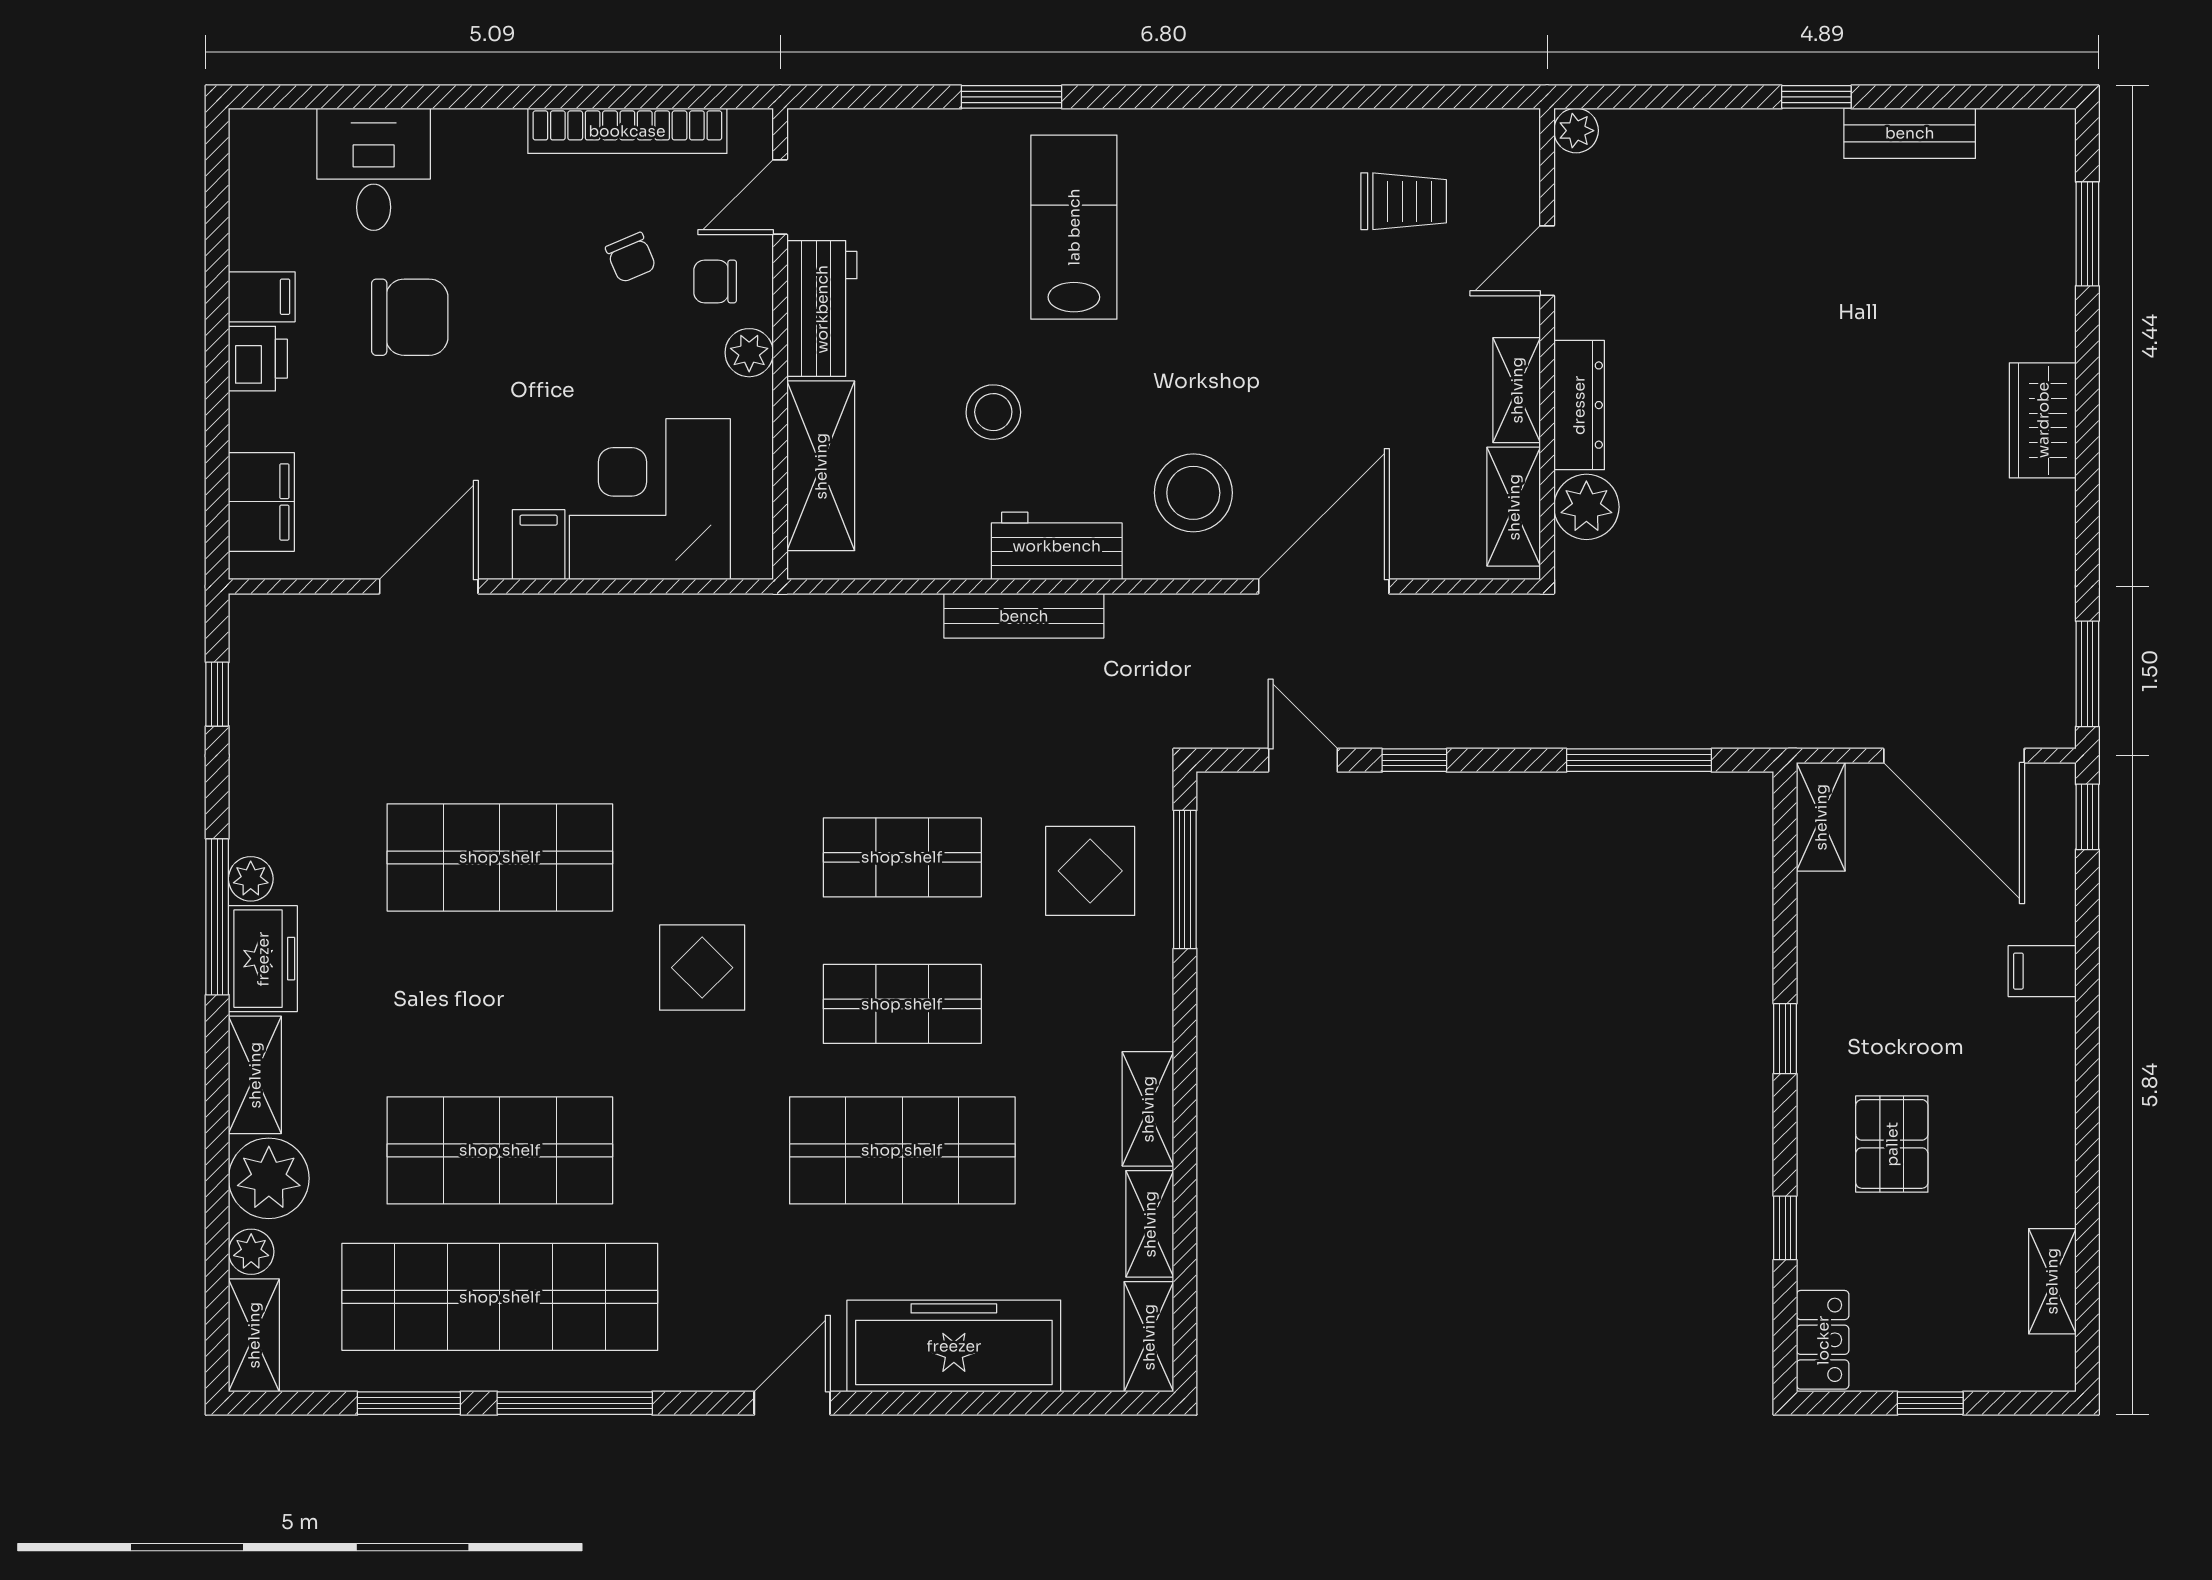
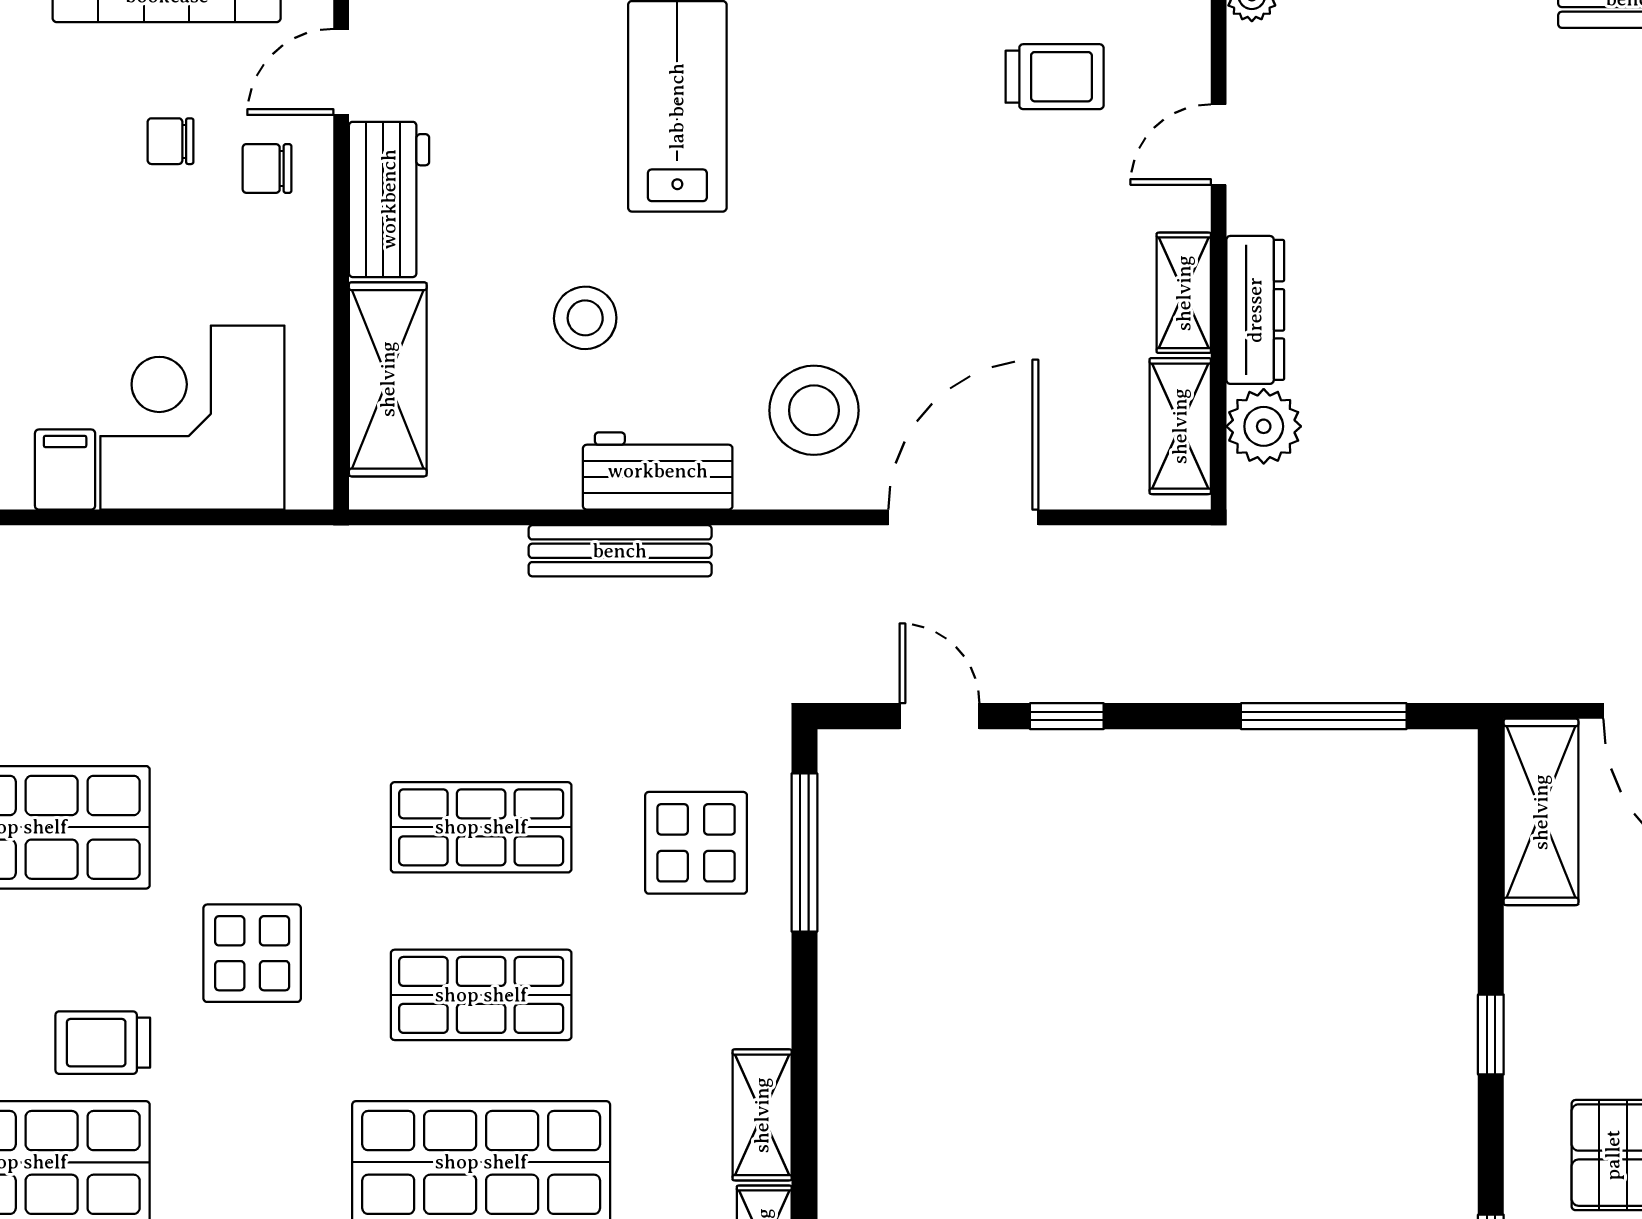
chair: (631, 258) -> (171, 141), turned 113
plant: (749, 353) -> (306, 250), removed
shelving: (1821, 817) -> (1541, 812), width x1.50, depth x1.33
trolley: (572, 1046) -> (103, 1043), added

